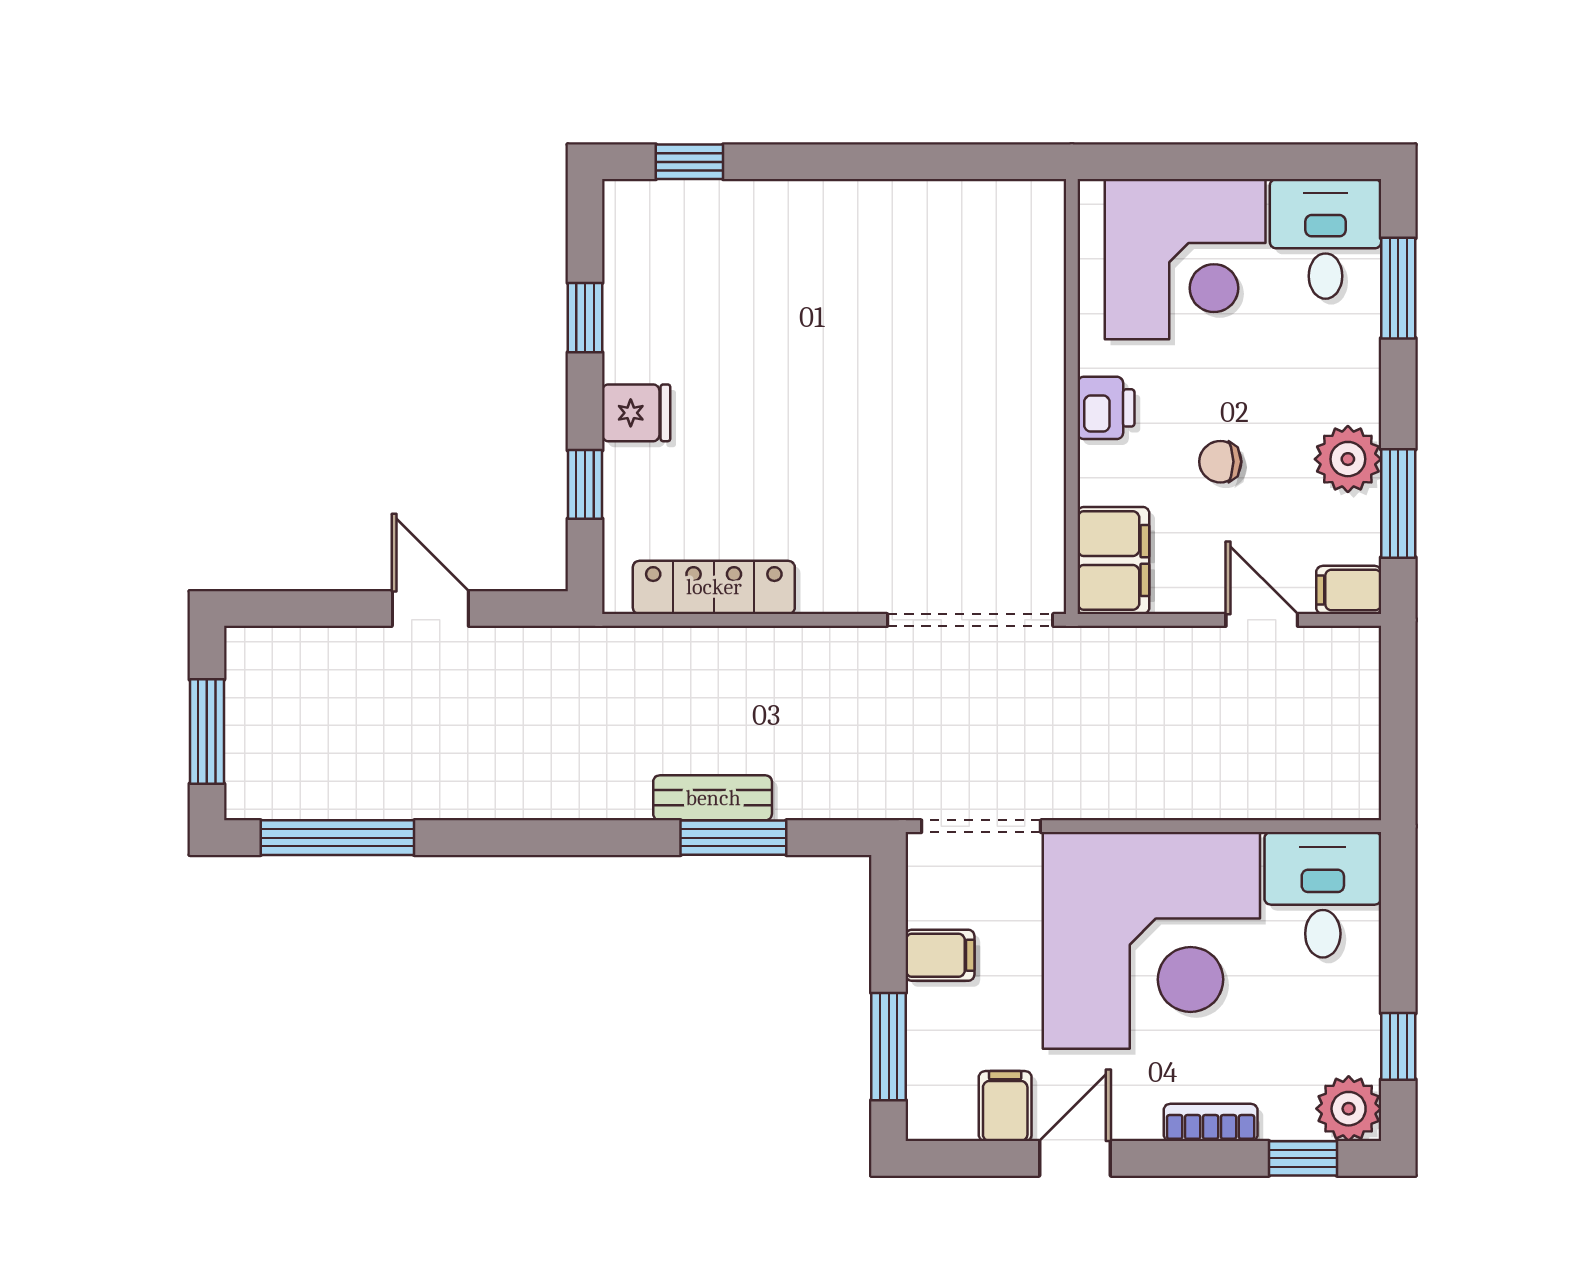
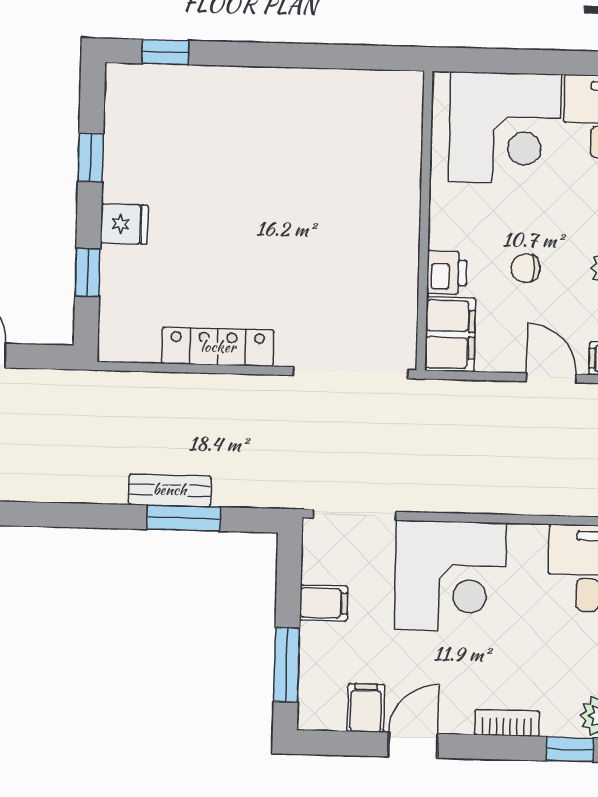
printer: (1106, 408) -> (447, 272), moved
locker: (714, 587) -> (218, 347), moved
corner desk: (1151, 940) -> (450, 576), width x0.74, depth x0.74

